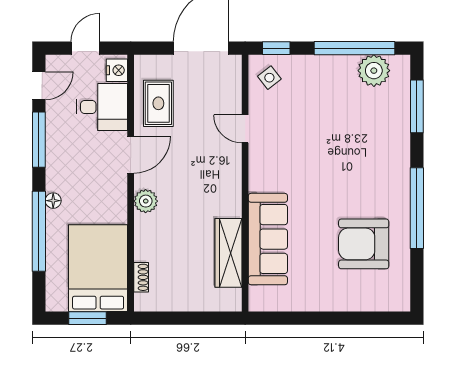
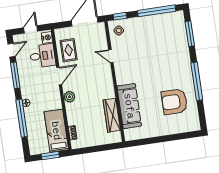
plant: (374, 71) -> (167, 20), removed
bed: (98, 268) -> (56, 131), width x0.67

